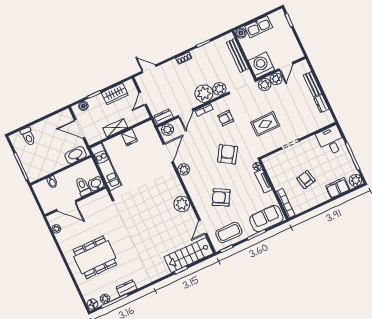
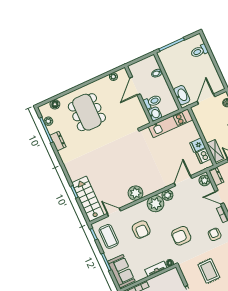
shelving: (115, 128) -> (215, 151), moved
dishwasher: (141, 131) -> (203, 156), added
door: (168, 153) -> (183, 181), swing flipped
armchair: (227, 154) -> (181, 236), turned 148
plant: (193, 182) -> (156, 204), added
armchair: (221, 198) -> (141, 230), turned 151
floor lamp: (92, 304) -> (55, 104), moved

